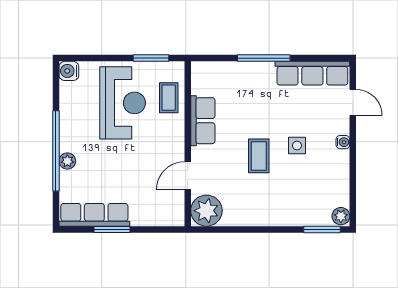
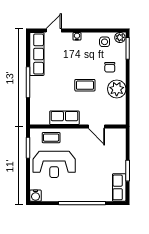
reception desk: (123, 103) -> (54, 164), turned 180
side table: (297, 146) -> (105, 42), moved
plant: (67, 161) -> (88, 197), removed
chair: (290, 199) -> (110, 67), added
plant: (206, 211) -> (117, 89), moved
row of seats: (94, 215) -> (119, 187), width x0.68

